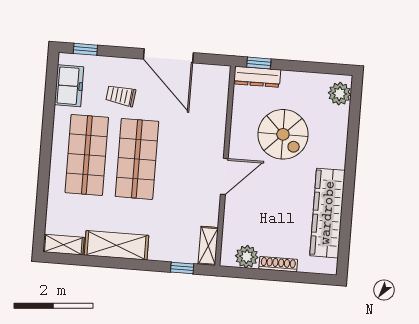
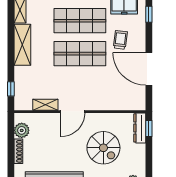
door: (168, 56) -> (149, 69), hinge flipped
spiral stairs: (283, 134) -> (103, 148), turned -90
door: (224, 176) -> (73, 112), hinge flipped
shelving: (208, 246) -> (45, 105), moved

